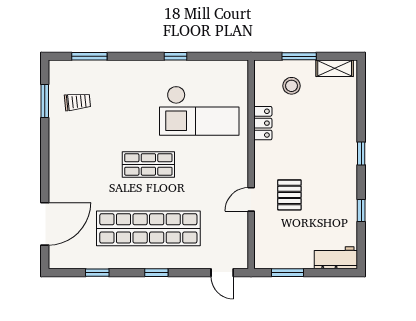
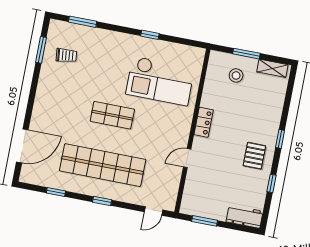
locker: (263, 123) -> (204, 122), moved
pallet: (289, 195) -> (254, 156), moved
door: (222, 273) -> (153, 211), hinge flipped

